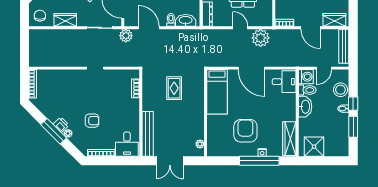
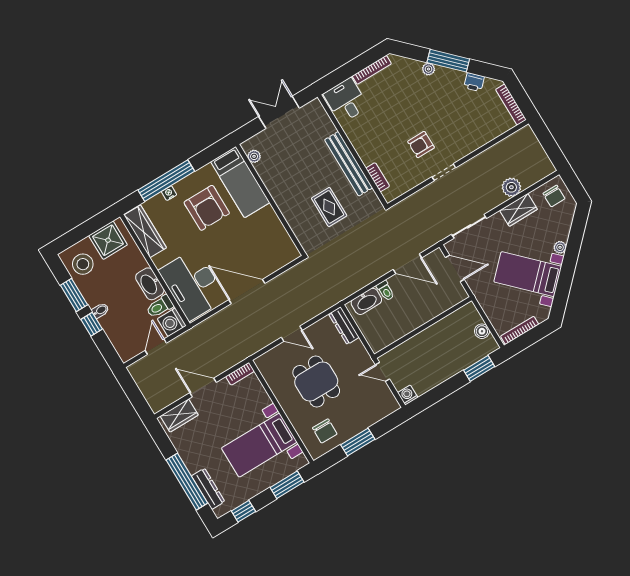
plant: (126, 36) -> (511, 187), moved
plant: (261, 38) -> (259, 336), removed
bench: (344, 46) -> (147, 390), removed
desk: (284, 82) -> (193, 285), width x1.87, depth x1.30
stool: (340, 90) -> (83, 264), moved
bed: (217, 92) -> (240, 182), moved, turned 180
armchair: (92, 121) -> (421, 145), moved
printer: (61, 125) -> (474, 82), moved
bench: (148, 134) -> (349, 164), moved

